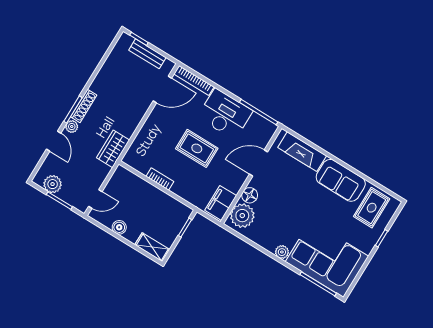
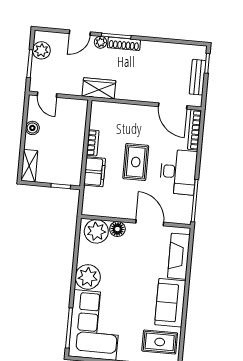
filing cabinet: (221, 203) -> (95, 172), moved, turned 90
plant: (282, 252) -> (88, 277), width x1.87, depth x1.87

